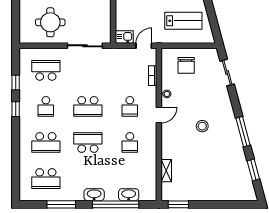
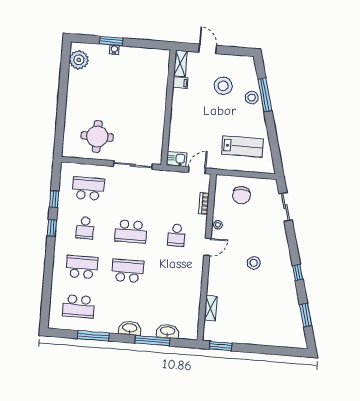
window: (243, 132) -> (298, 272), width x0.46
school desk: (46, 142) -> (82, 267), turned 180
school desk: (130, 142) -> (173, 274), removed
window: (116, 204) -> (152, 341), width x0.68

